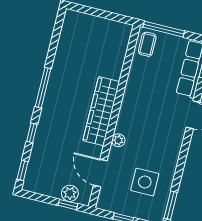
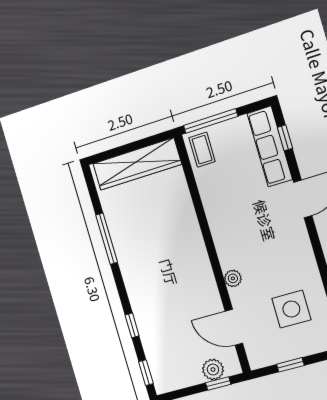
window: (43, 88) -> (107, 239), moved
wardrobe: (101, 111) -> (137, 164), moved, turned -90

